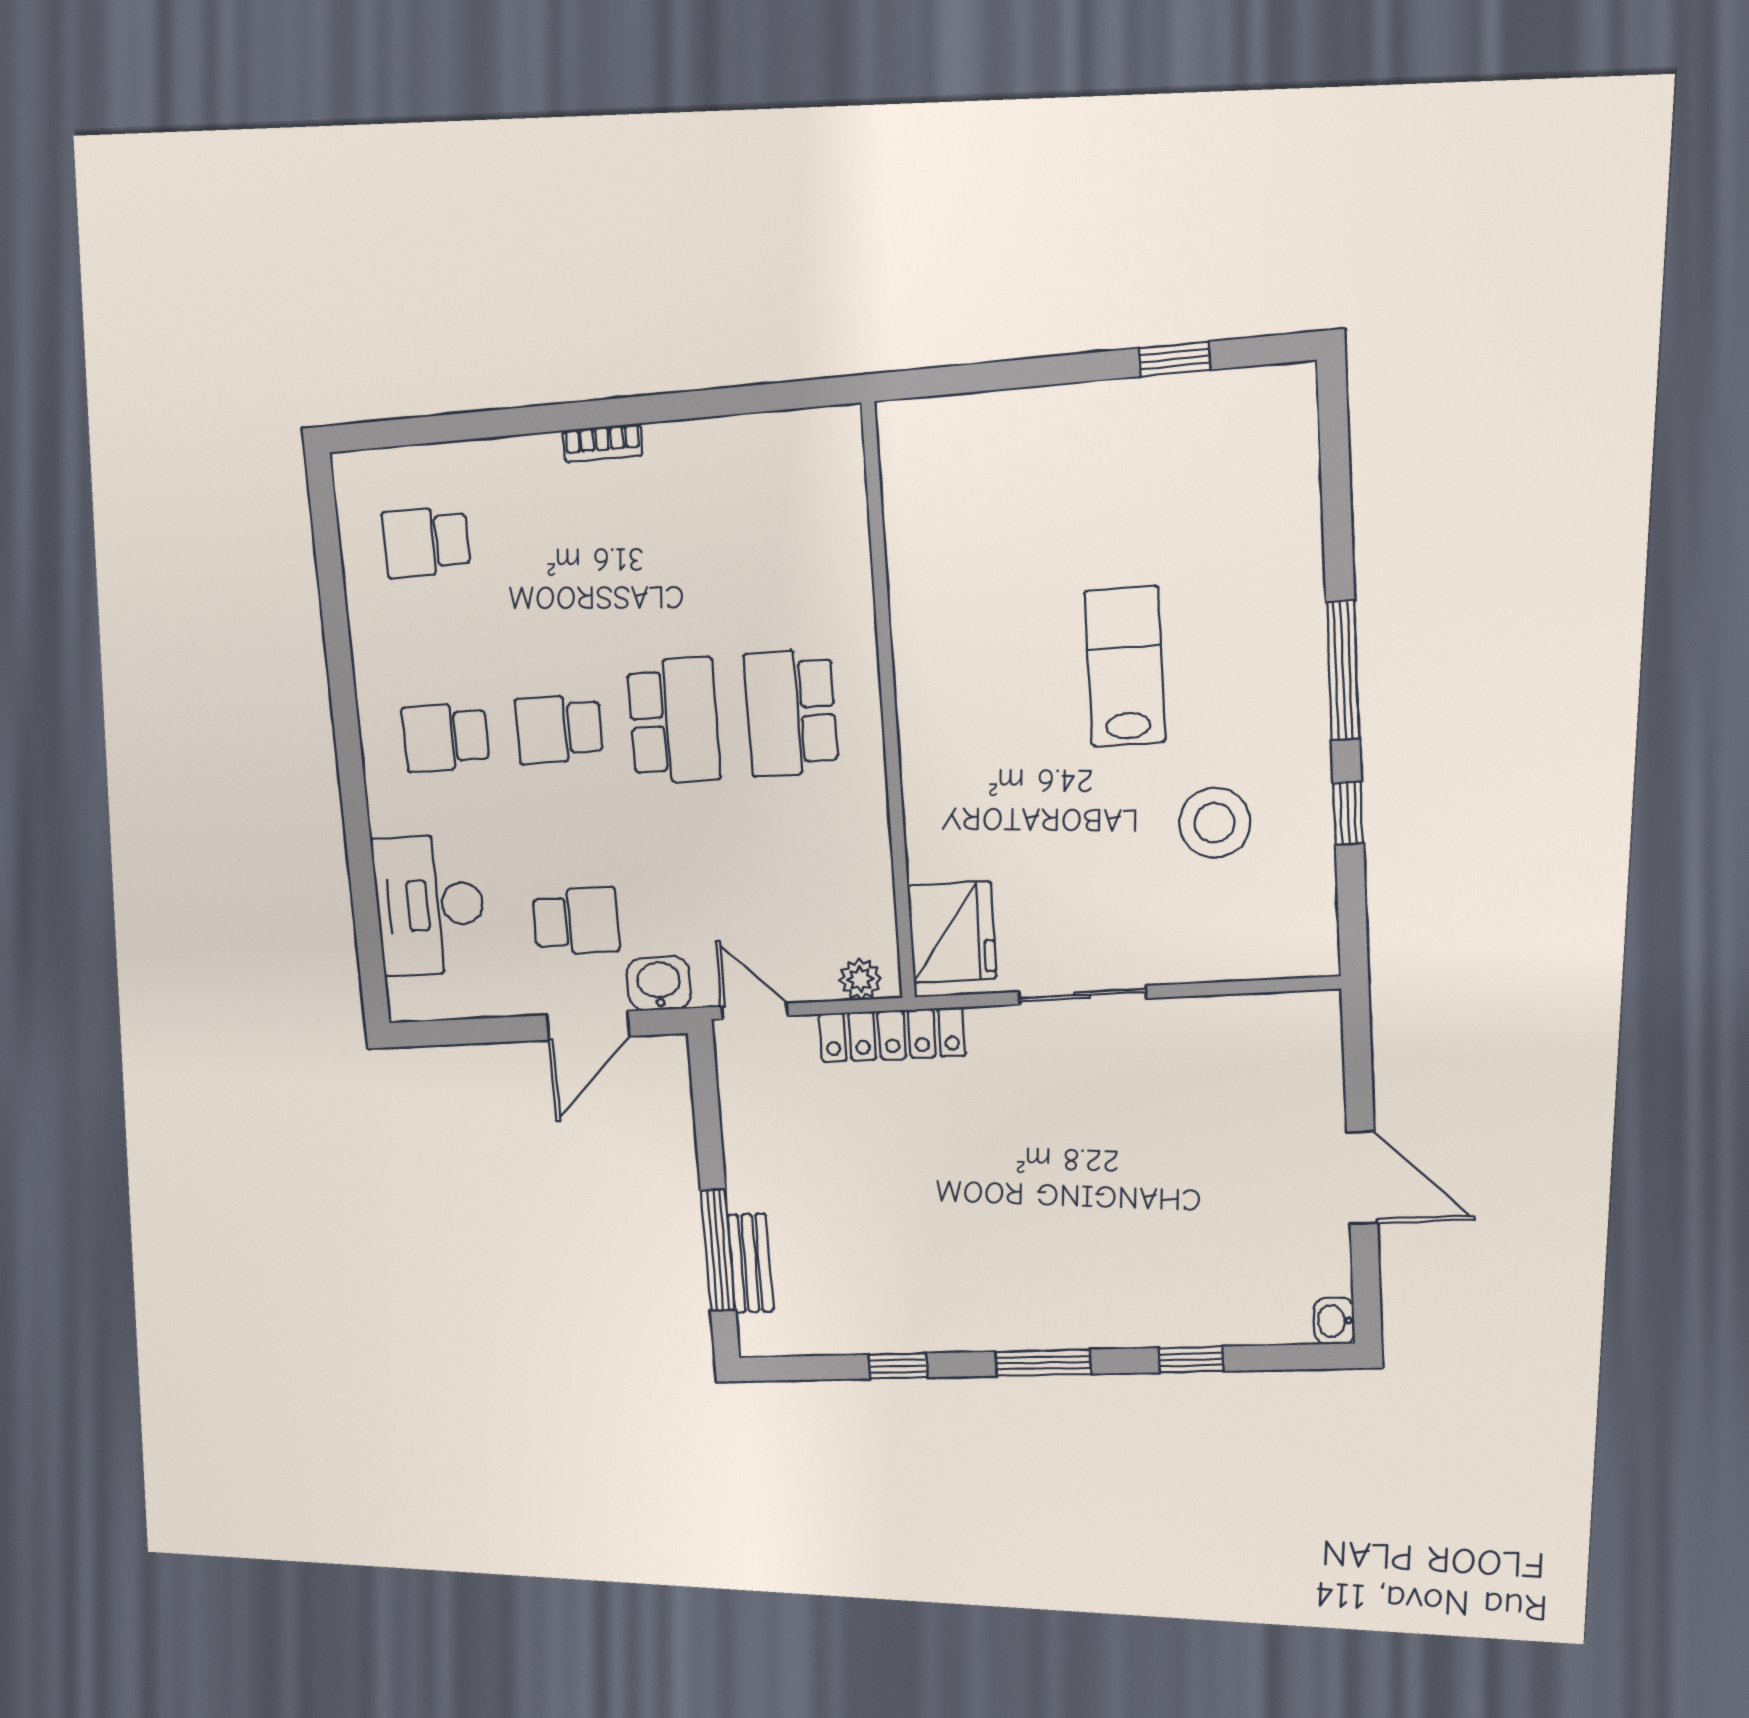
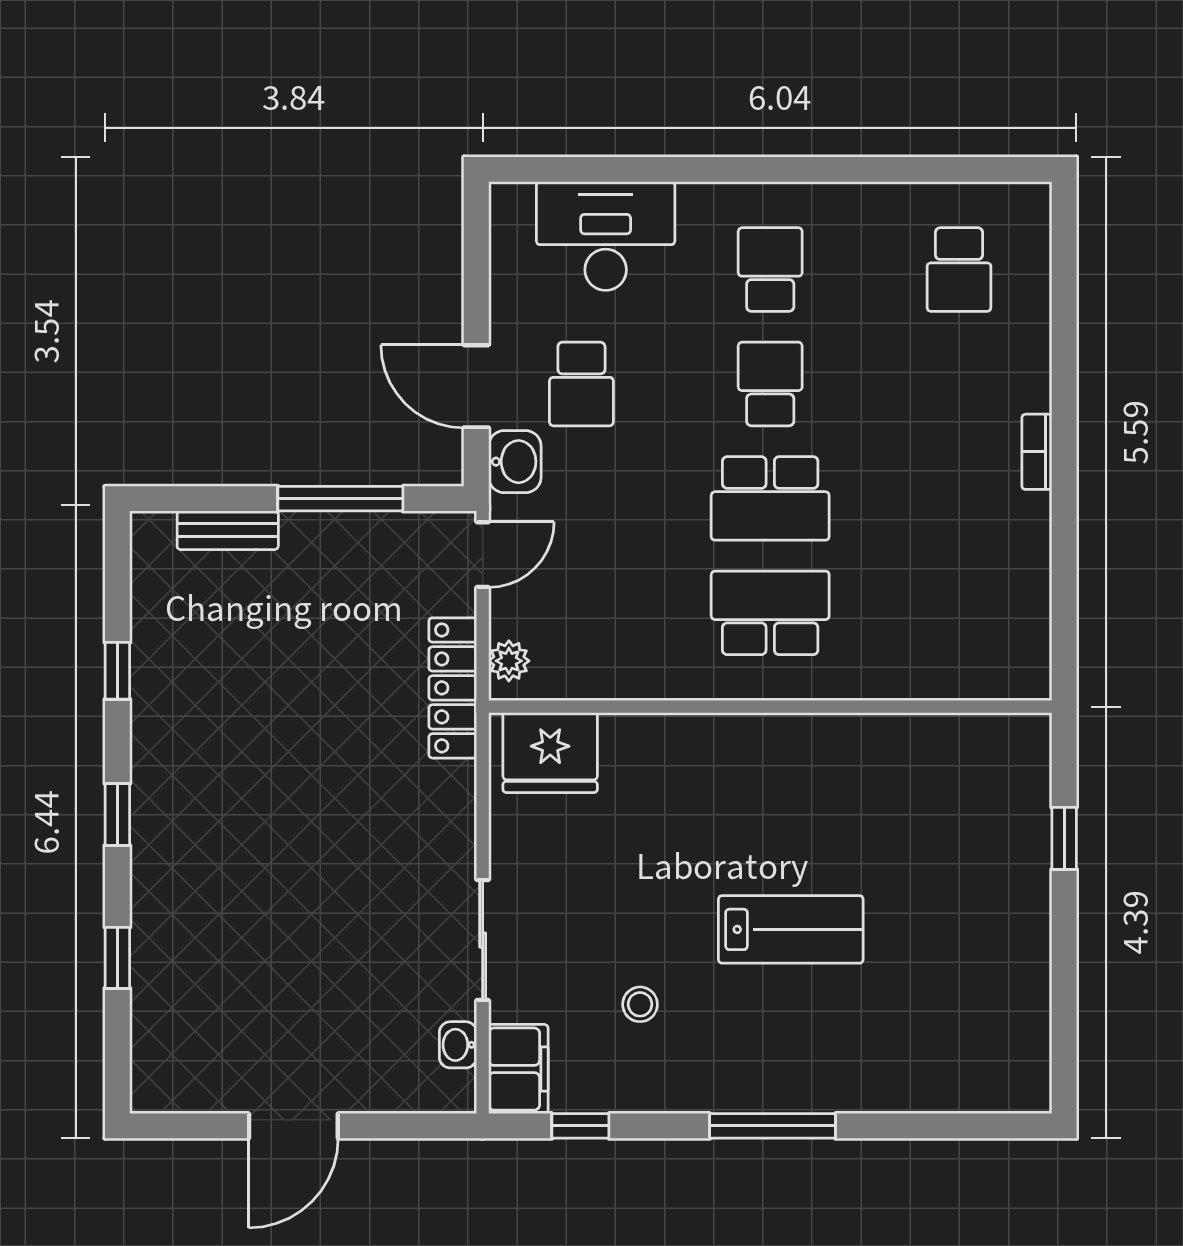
window: (1174, 359) -> (1064, 838), moved
school desk: (426, 542) -> (959, 270), turned 180
window: (1348, 813) -> (580, 1126), moved
stool: (1215, 823) -> (640, 1004), width x0.53, depth x0.53
filing cabinet: (1291, 947) -> (518, 1069), added
sliding door: (1082, 995) -> (483, 940), moved
window: (718, 1250) -> (340, 499), moved
washbasin: (1334, 1321) -> (458, 1045), moved, turned -90
window: (1043, 1363) -> (117, 814), width x0.67

